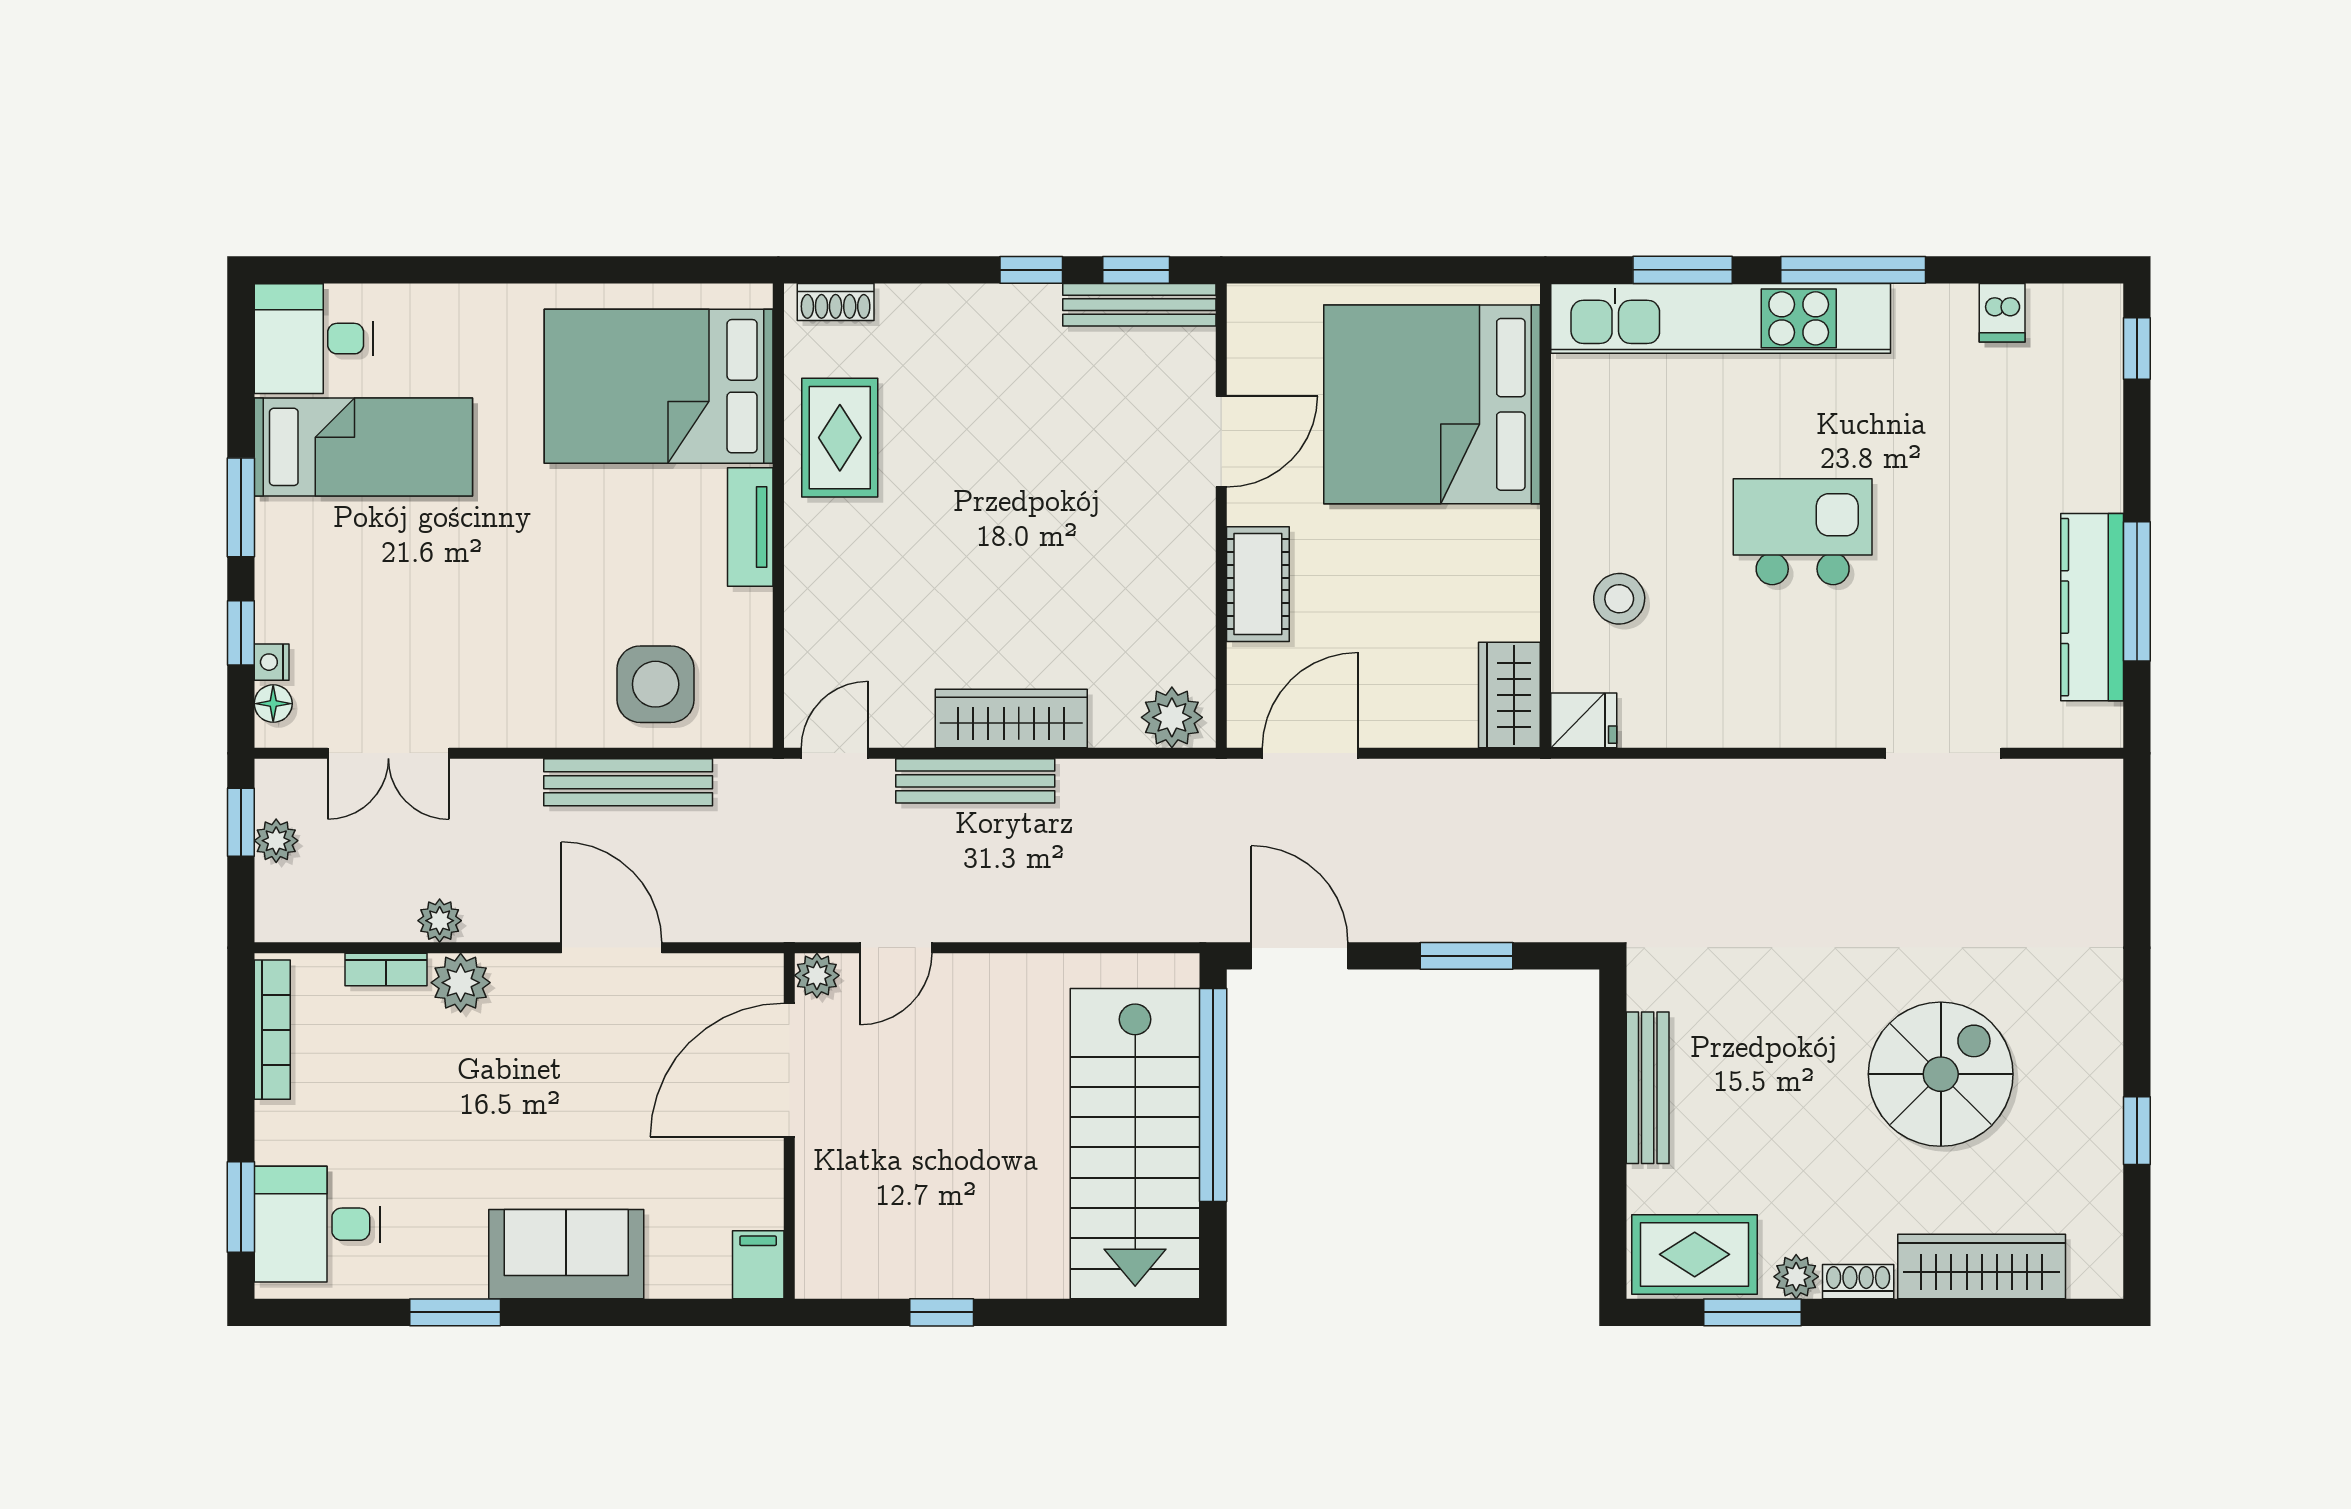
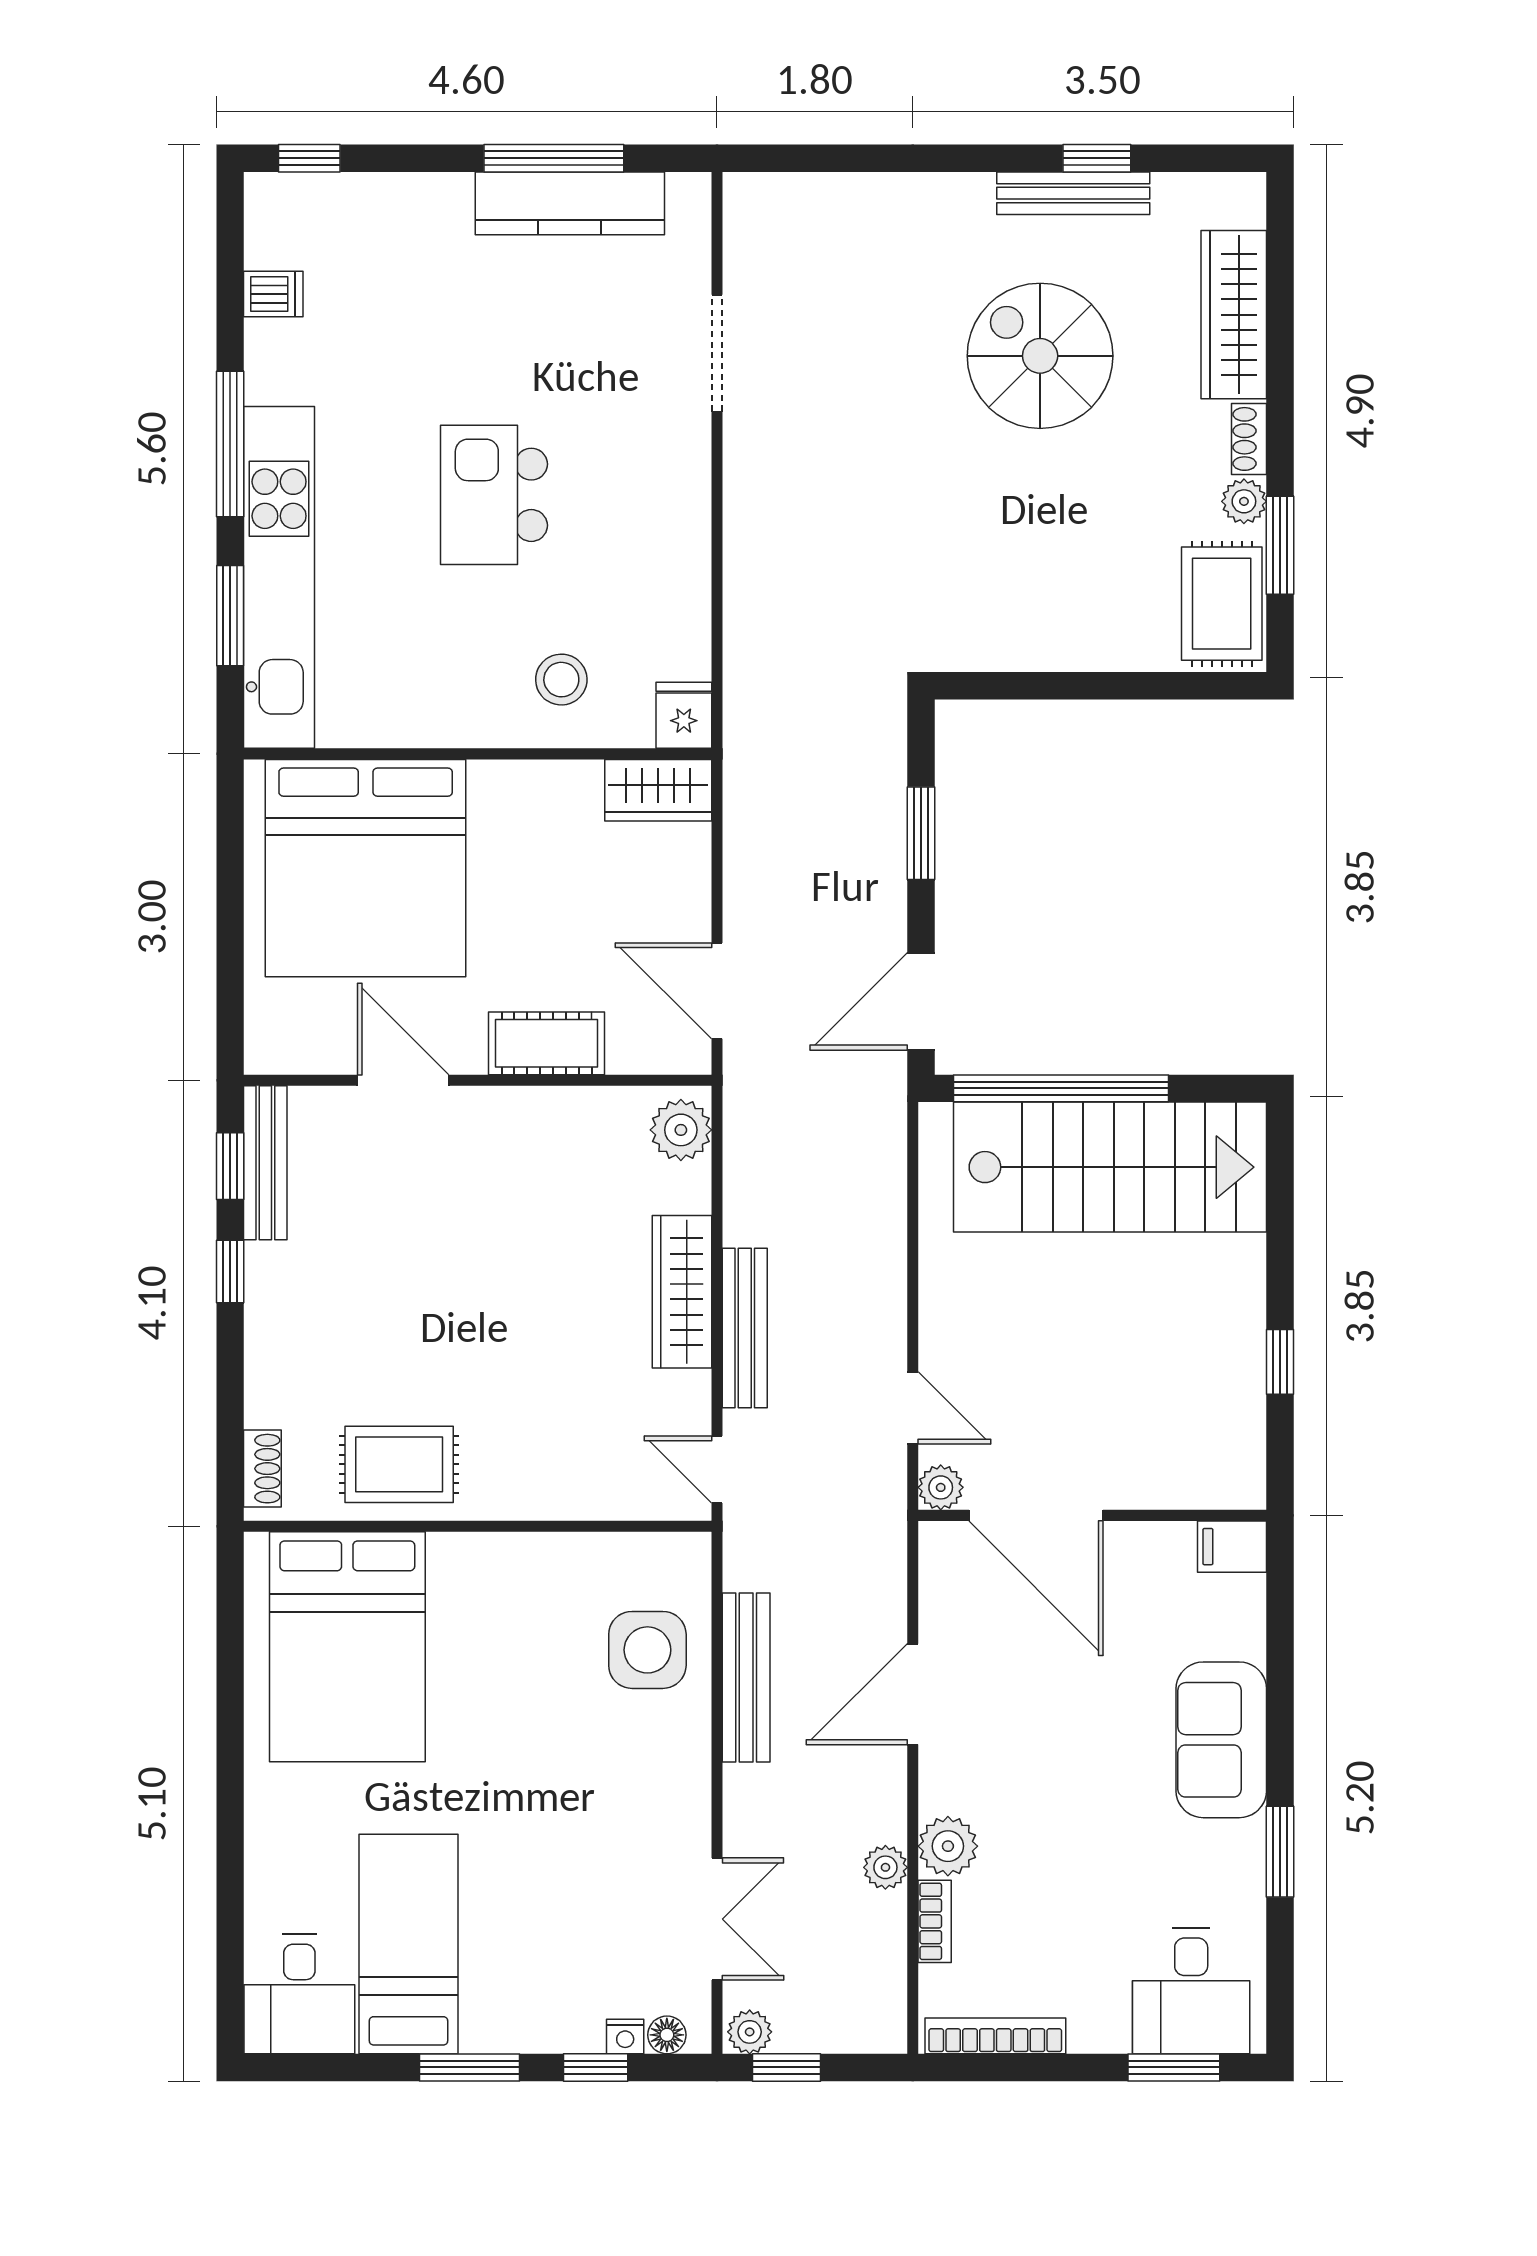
tv unit: (750, 527) -> (489, 1555), removed
plant: (276, 841) -> (750, 2032), moved
bench: (1648, 1088) -> (1073, 193), moved

